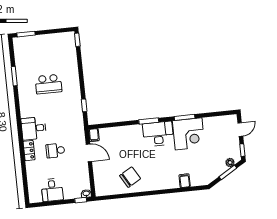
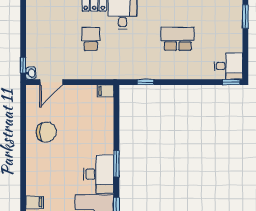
school desk: (48, 84) -> (178, 39), turned 90
door: (89, 153) -> (51, 82), moved
chair: (130, 177) -> (46, 132), turned -60
desk: (52, 190) -> (228, 66), moved, turned 180

